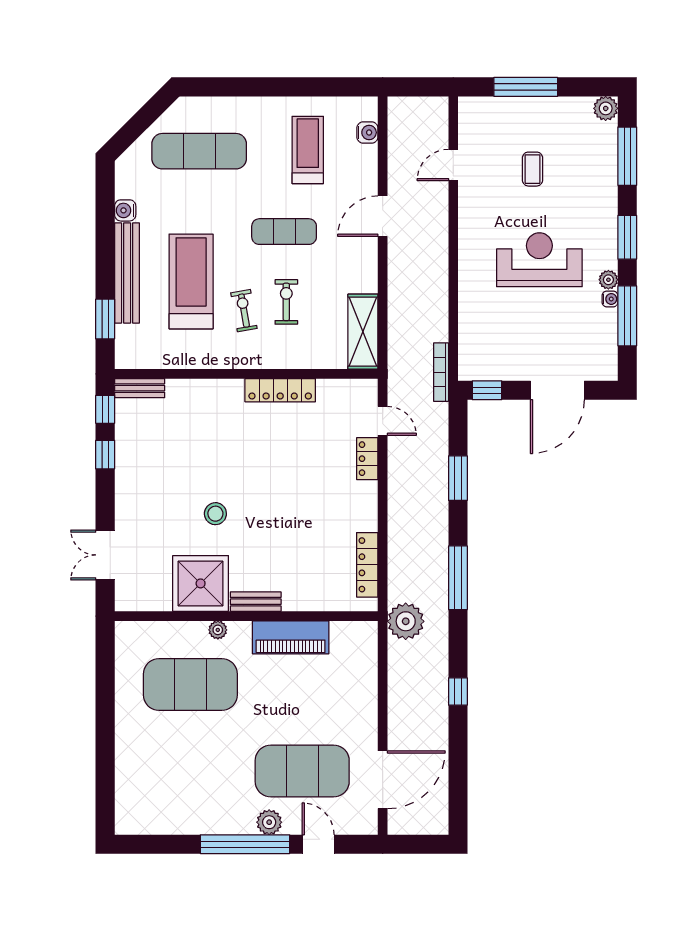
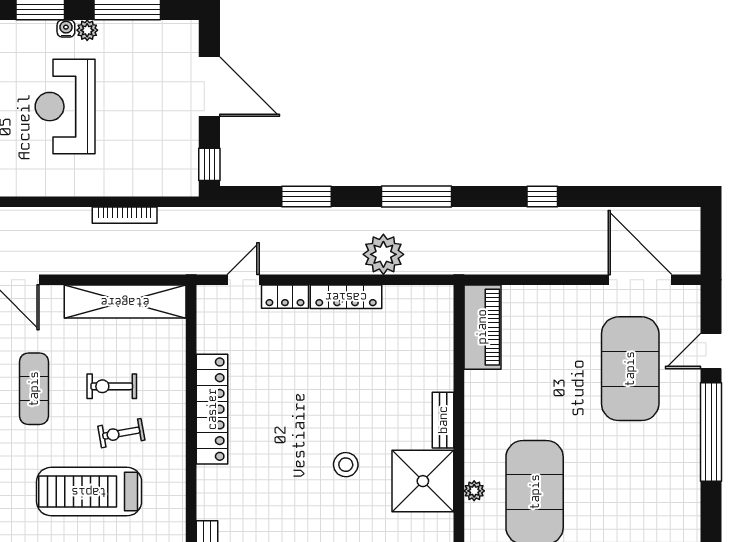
water cooler: (610, 299) -> (66, 29), moved
shelving: (363, 332) -> (125, 302), width x1.47
bookcase: (441, 372) -> (125, 215), moved
locker: (280, 390) -> (212, 409), width x1.41, depth x1.21
locker: (367, 565) -> (346, 297), moved
plant: (406, 621) -> (383, 254), moved
plant: (218, 630) -> (474, 491), moved
piano: (291, 637) -> (482, 327), moved
plant: (269, 822) -> (687, 405), removed

